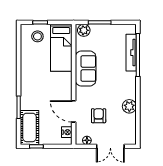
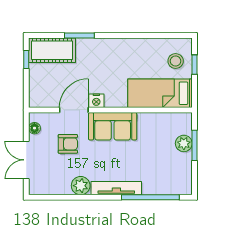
plant: (84, 30) -> (184, 143), moved
tv unit: (131, 53) -> (116, 188), moved
sofa: (86, 69) -> (113, 126), moved
nightstand: (67, 132) -> (96, 101), moved

